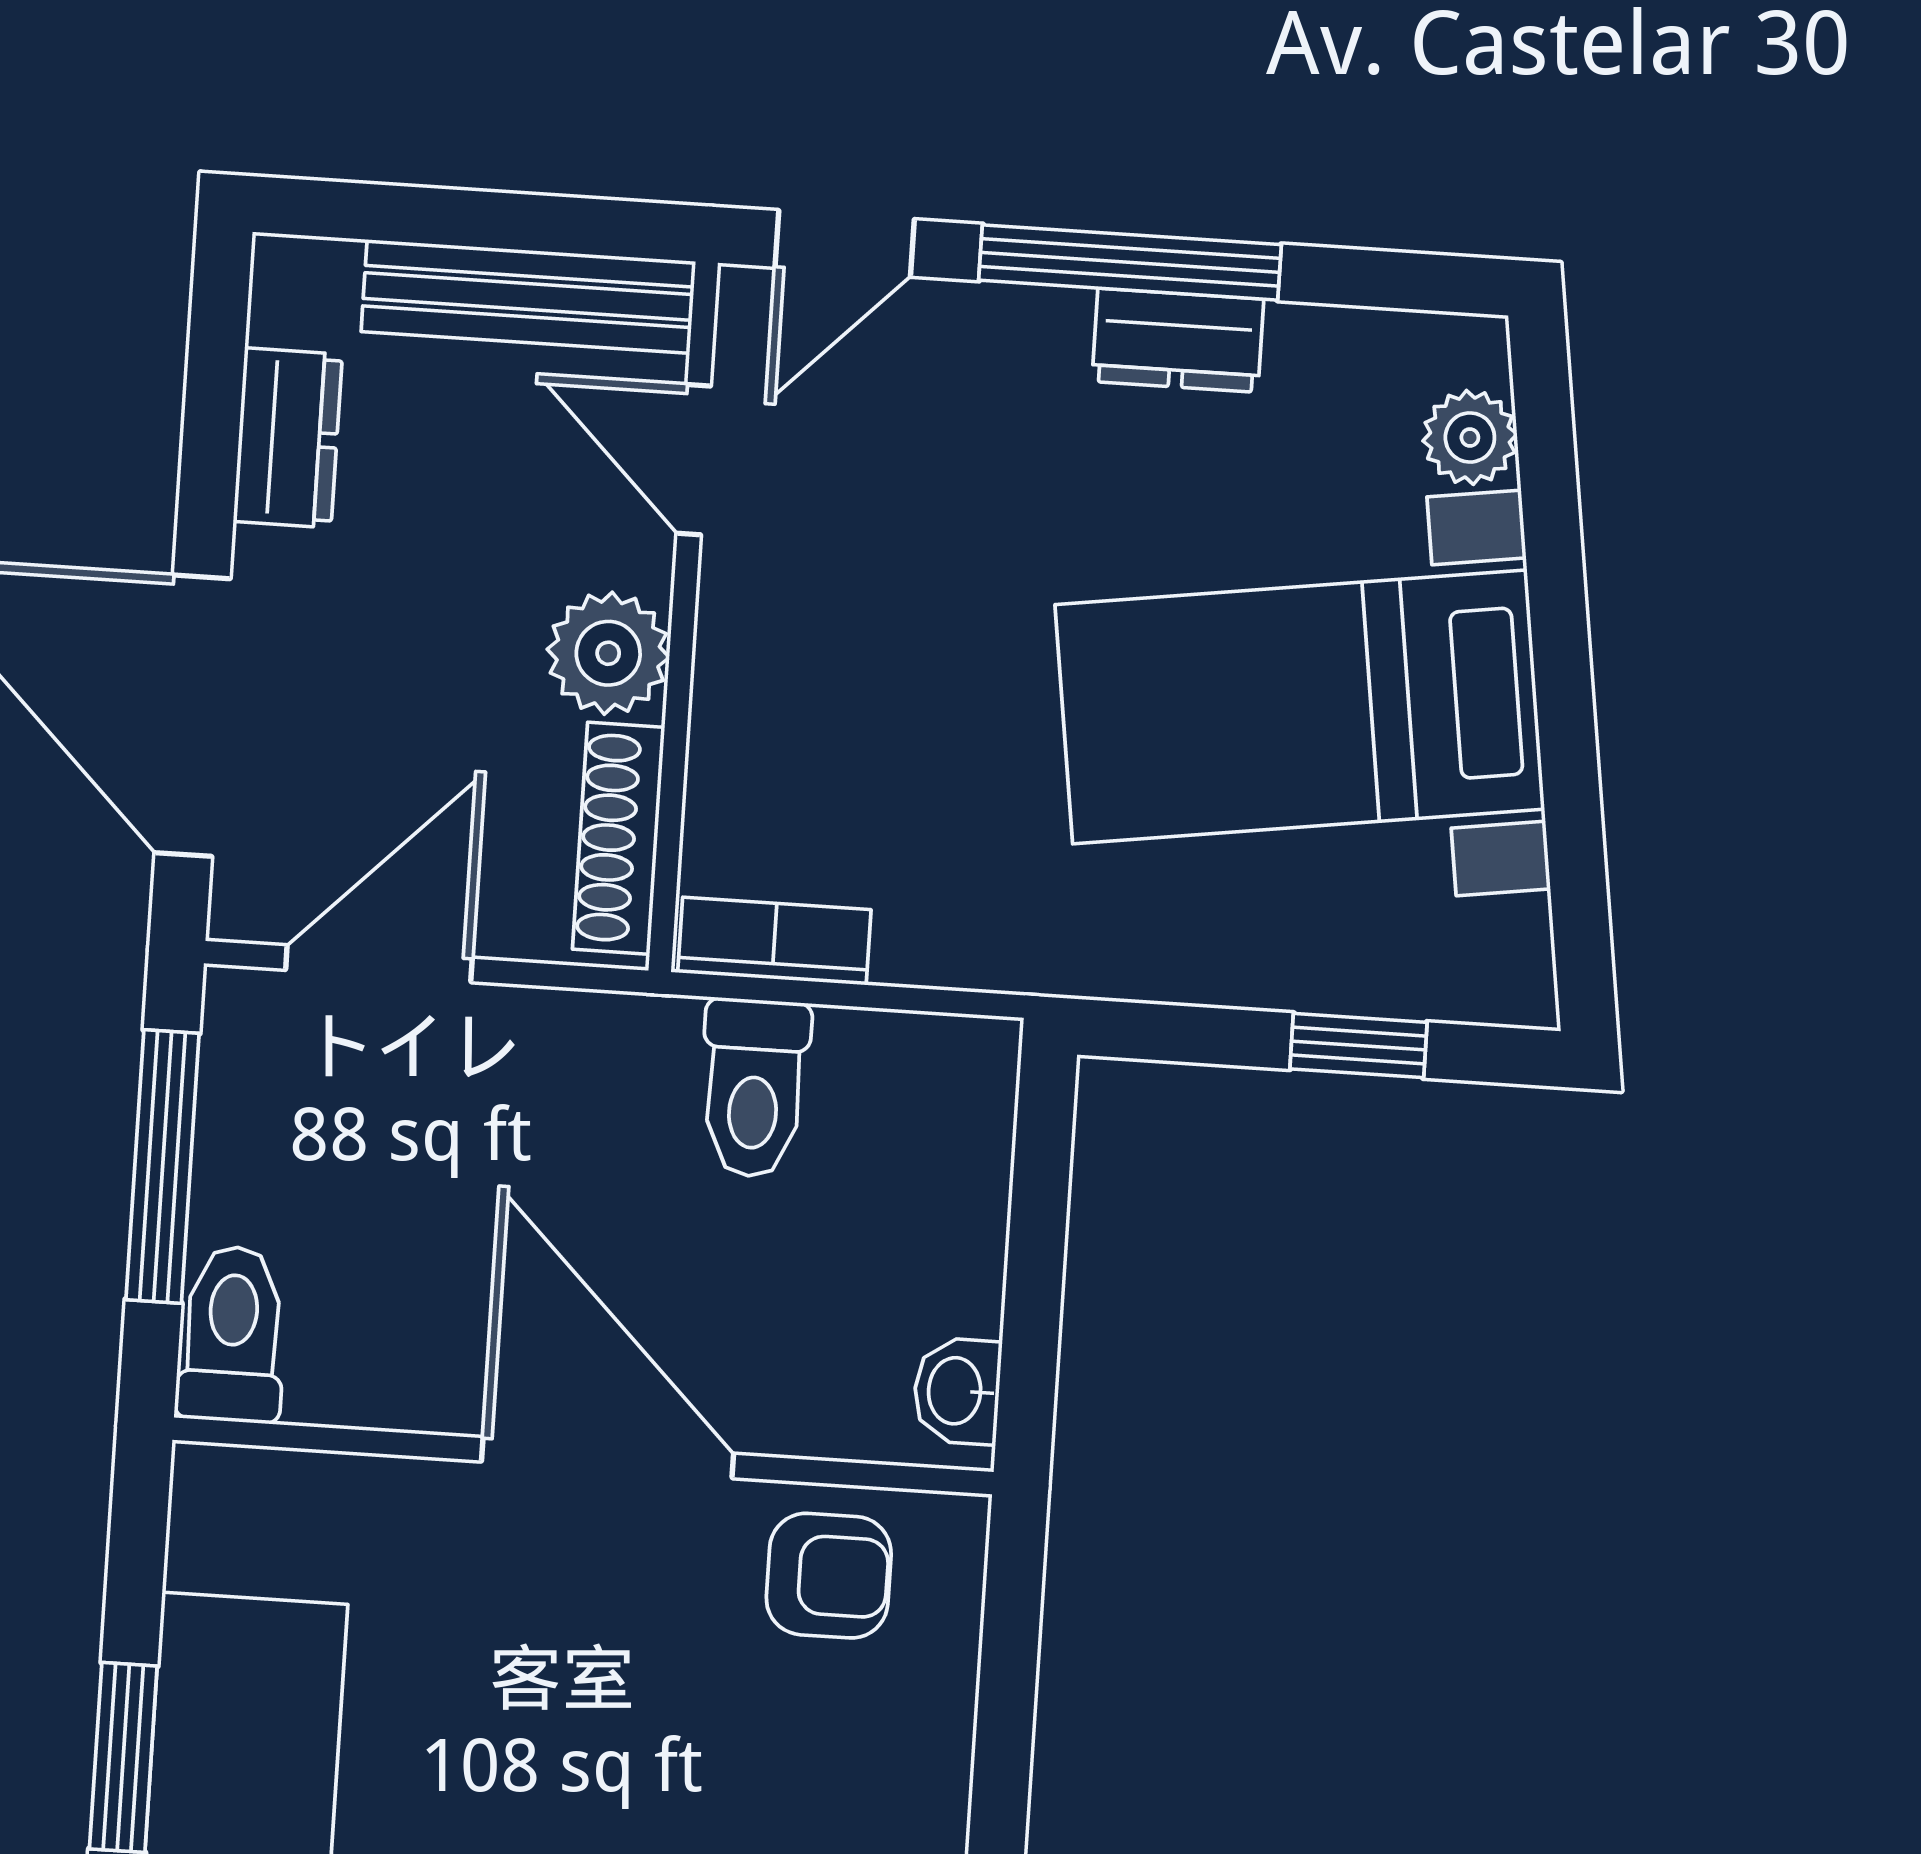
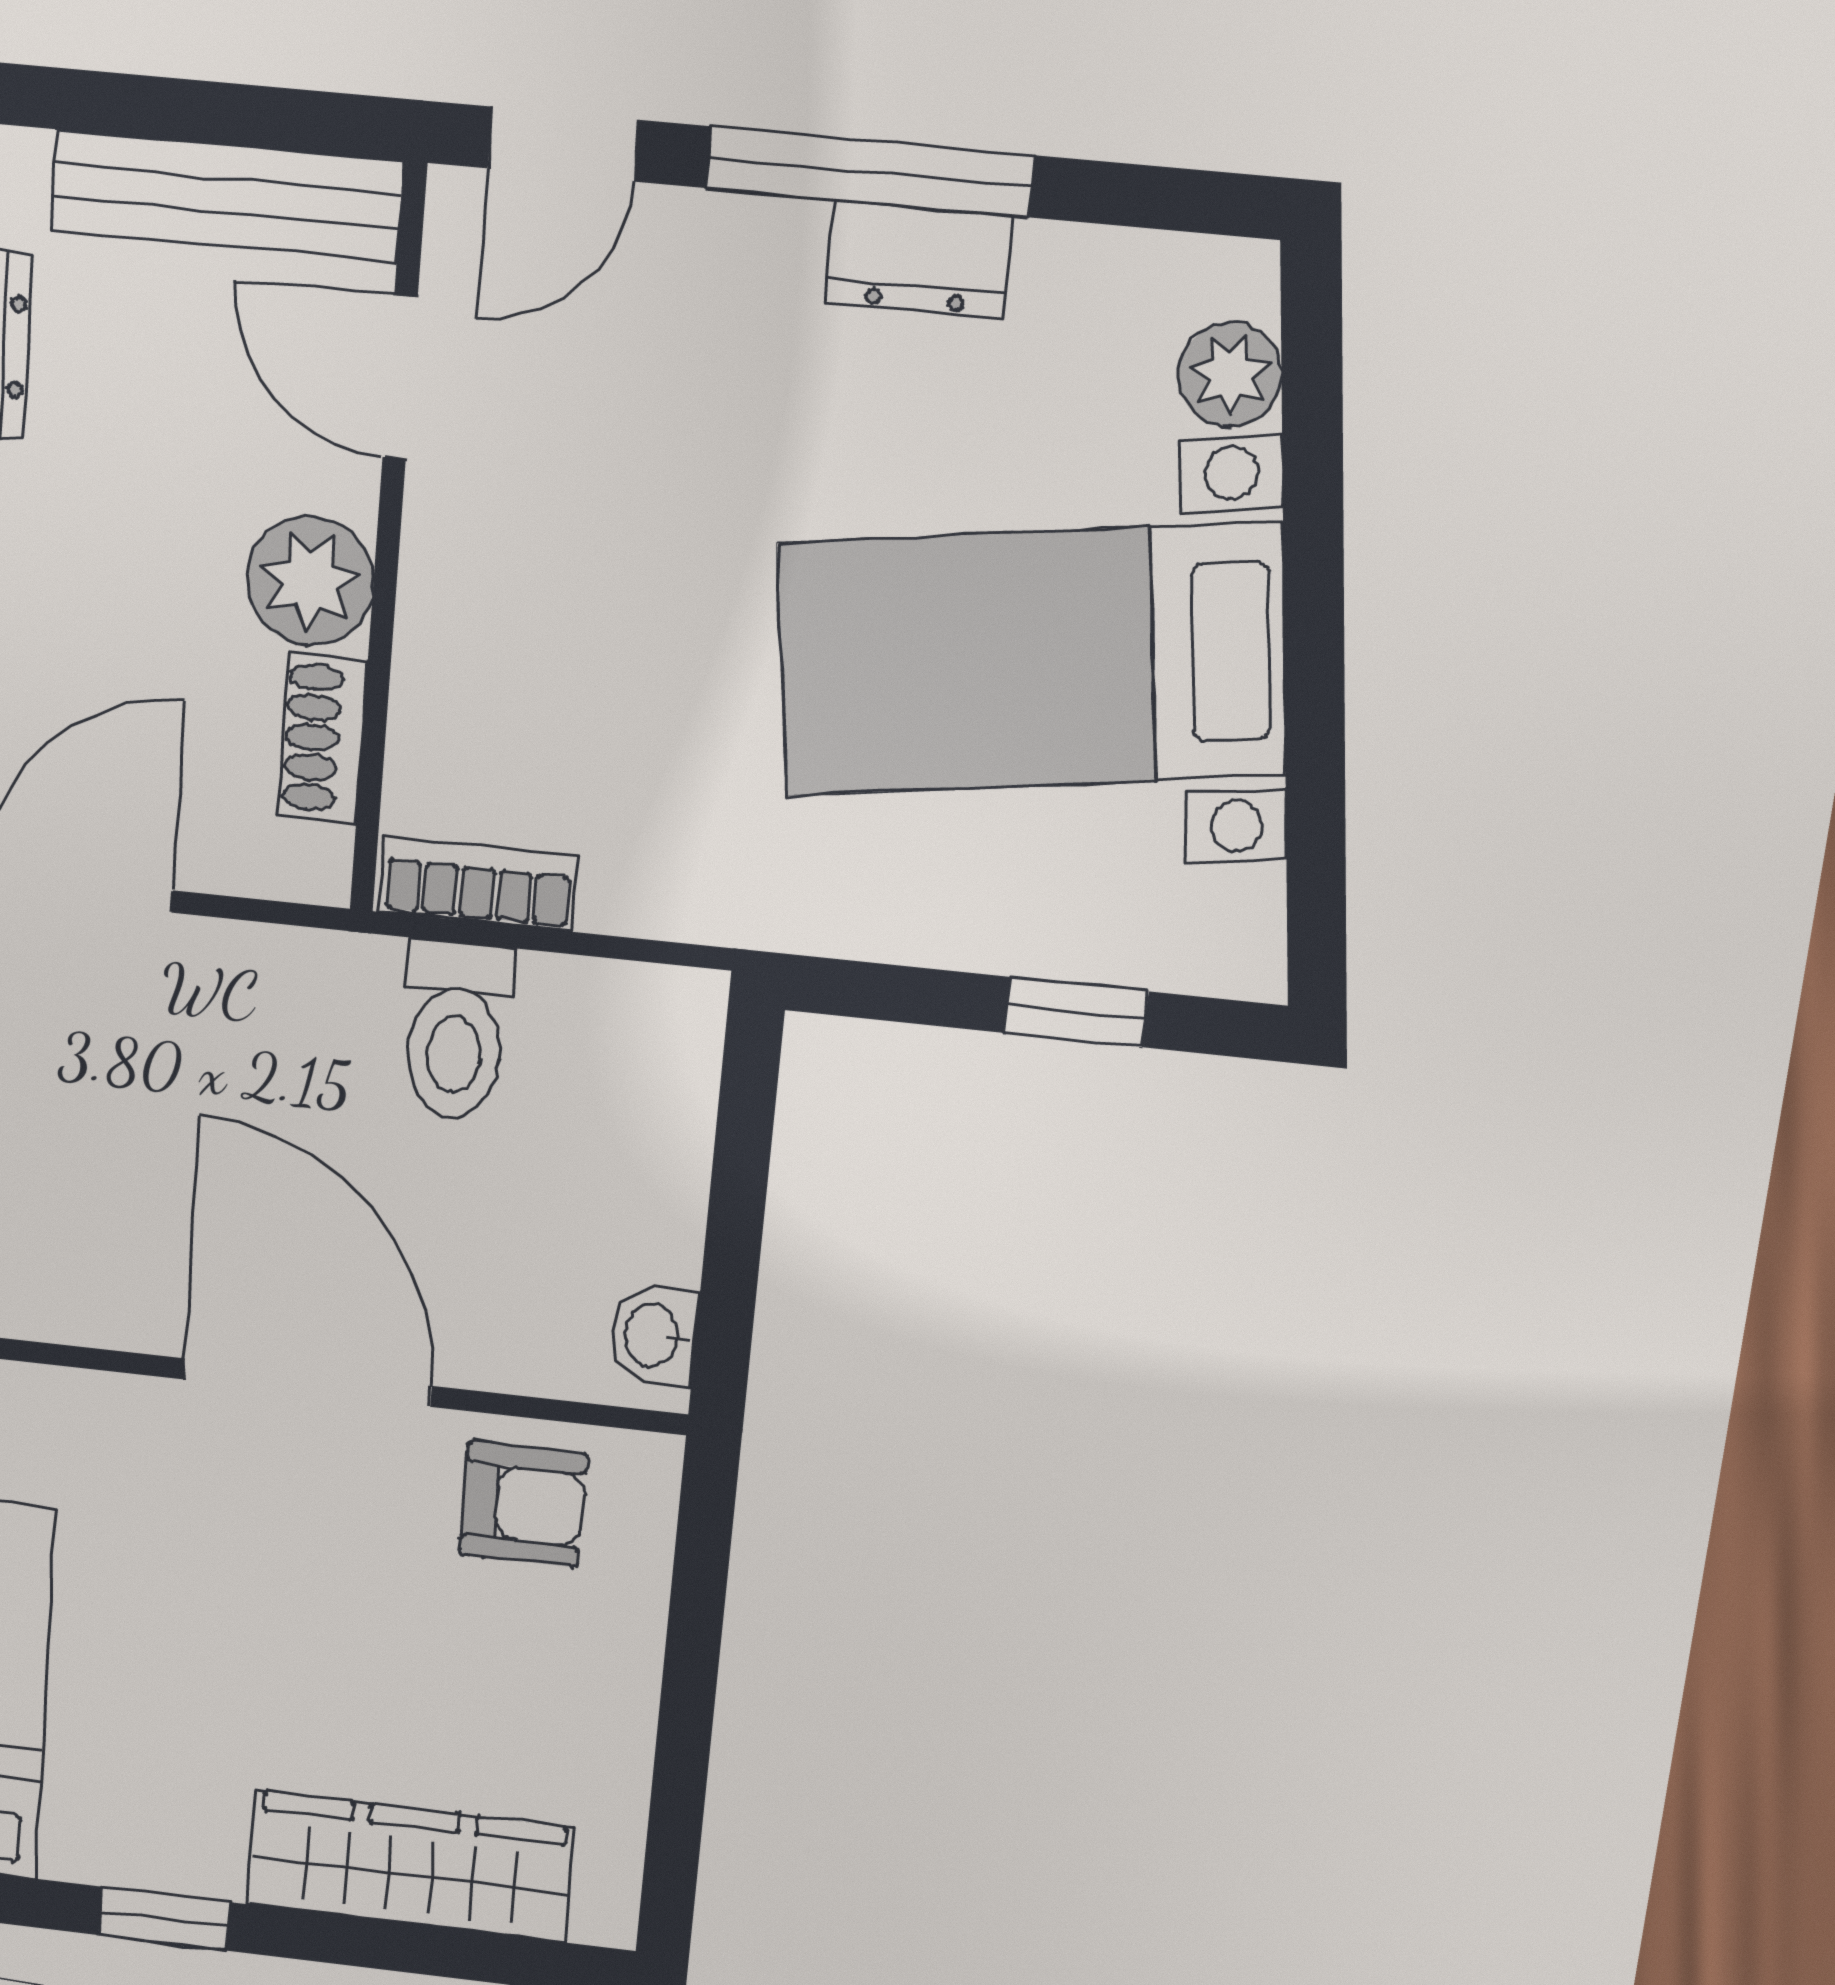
shoe rack: (619, 838) -> (323, 738), width x0.70

